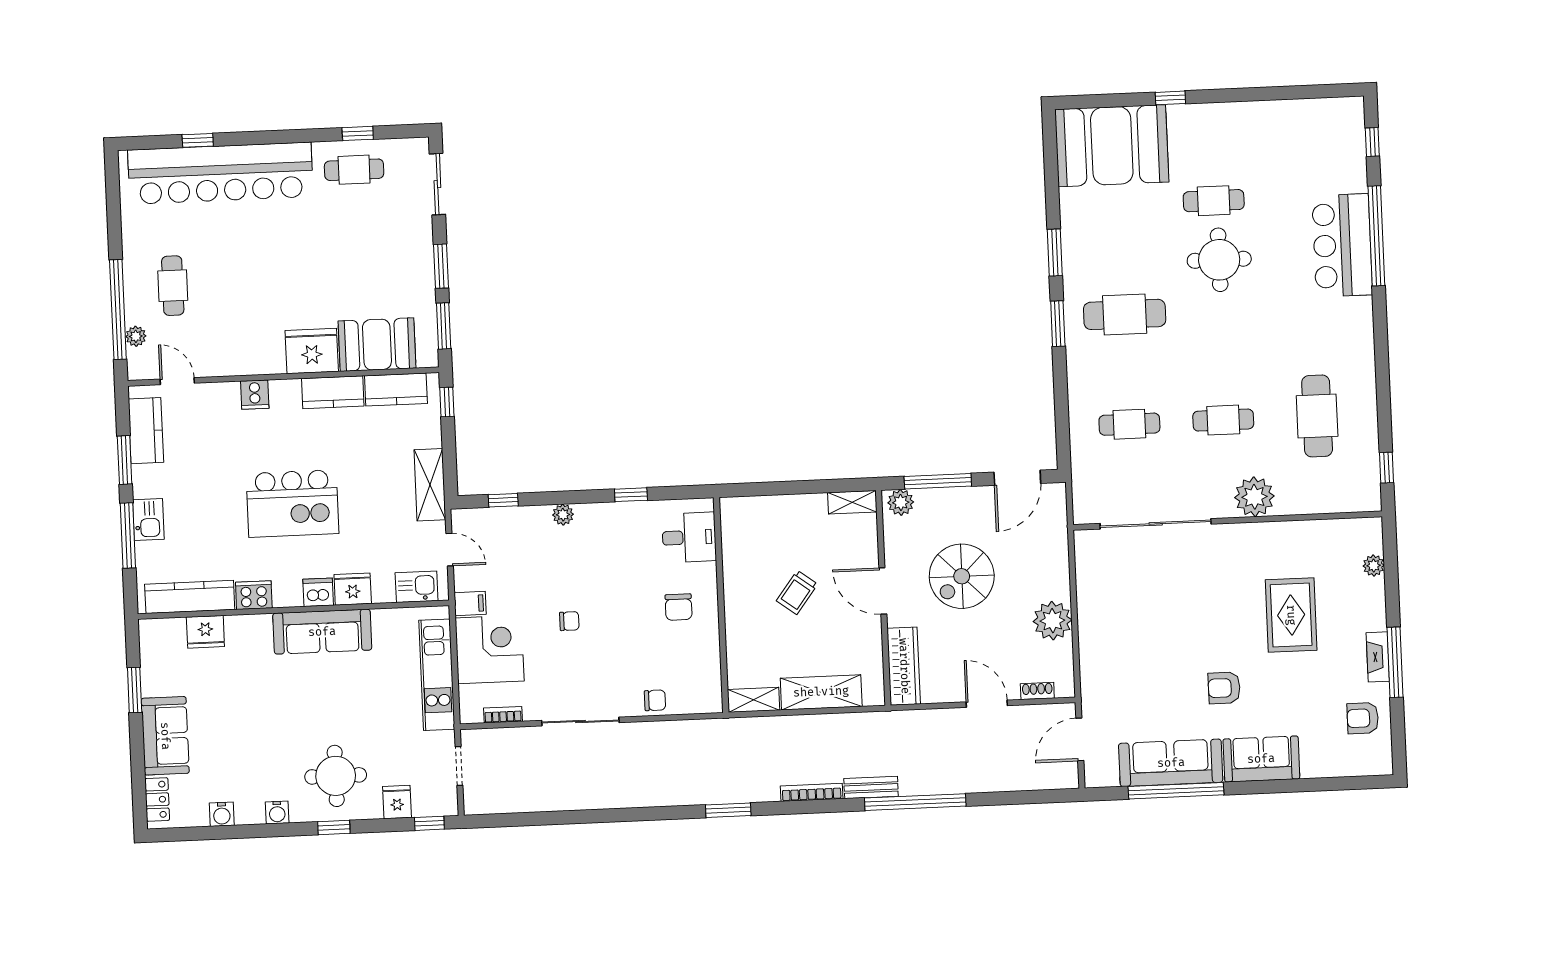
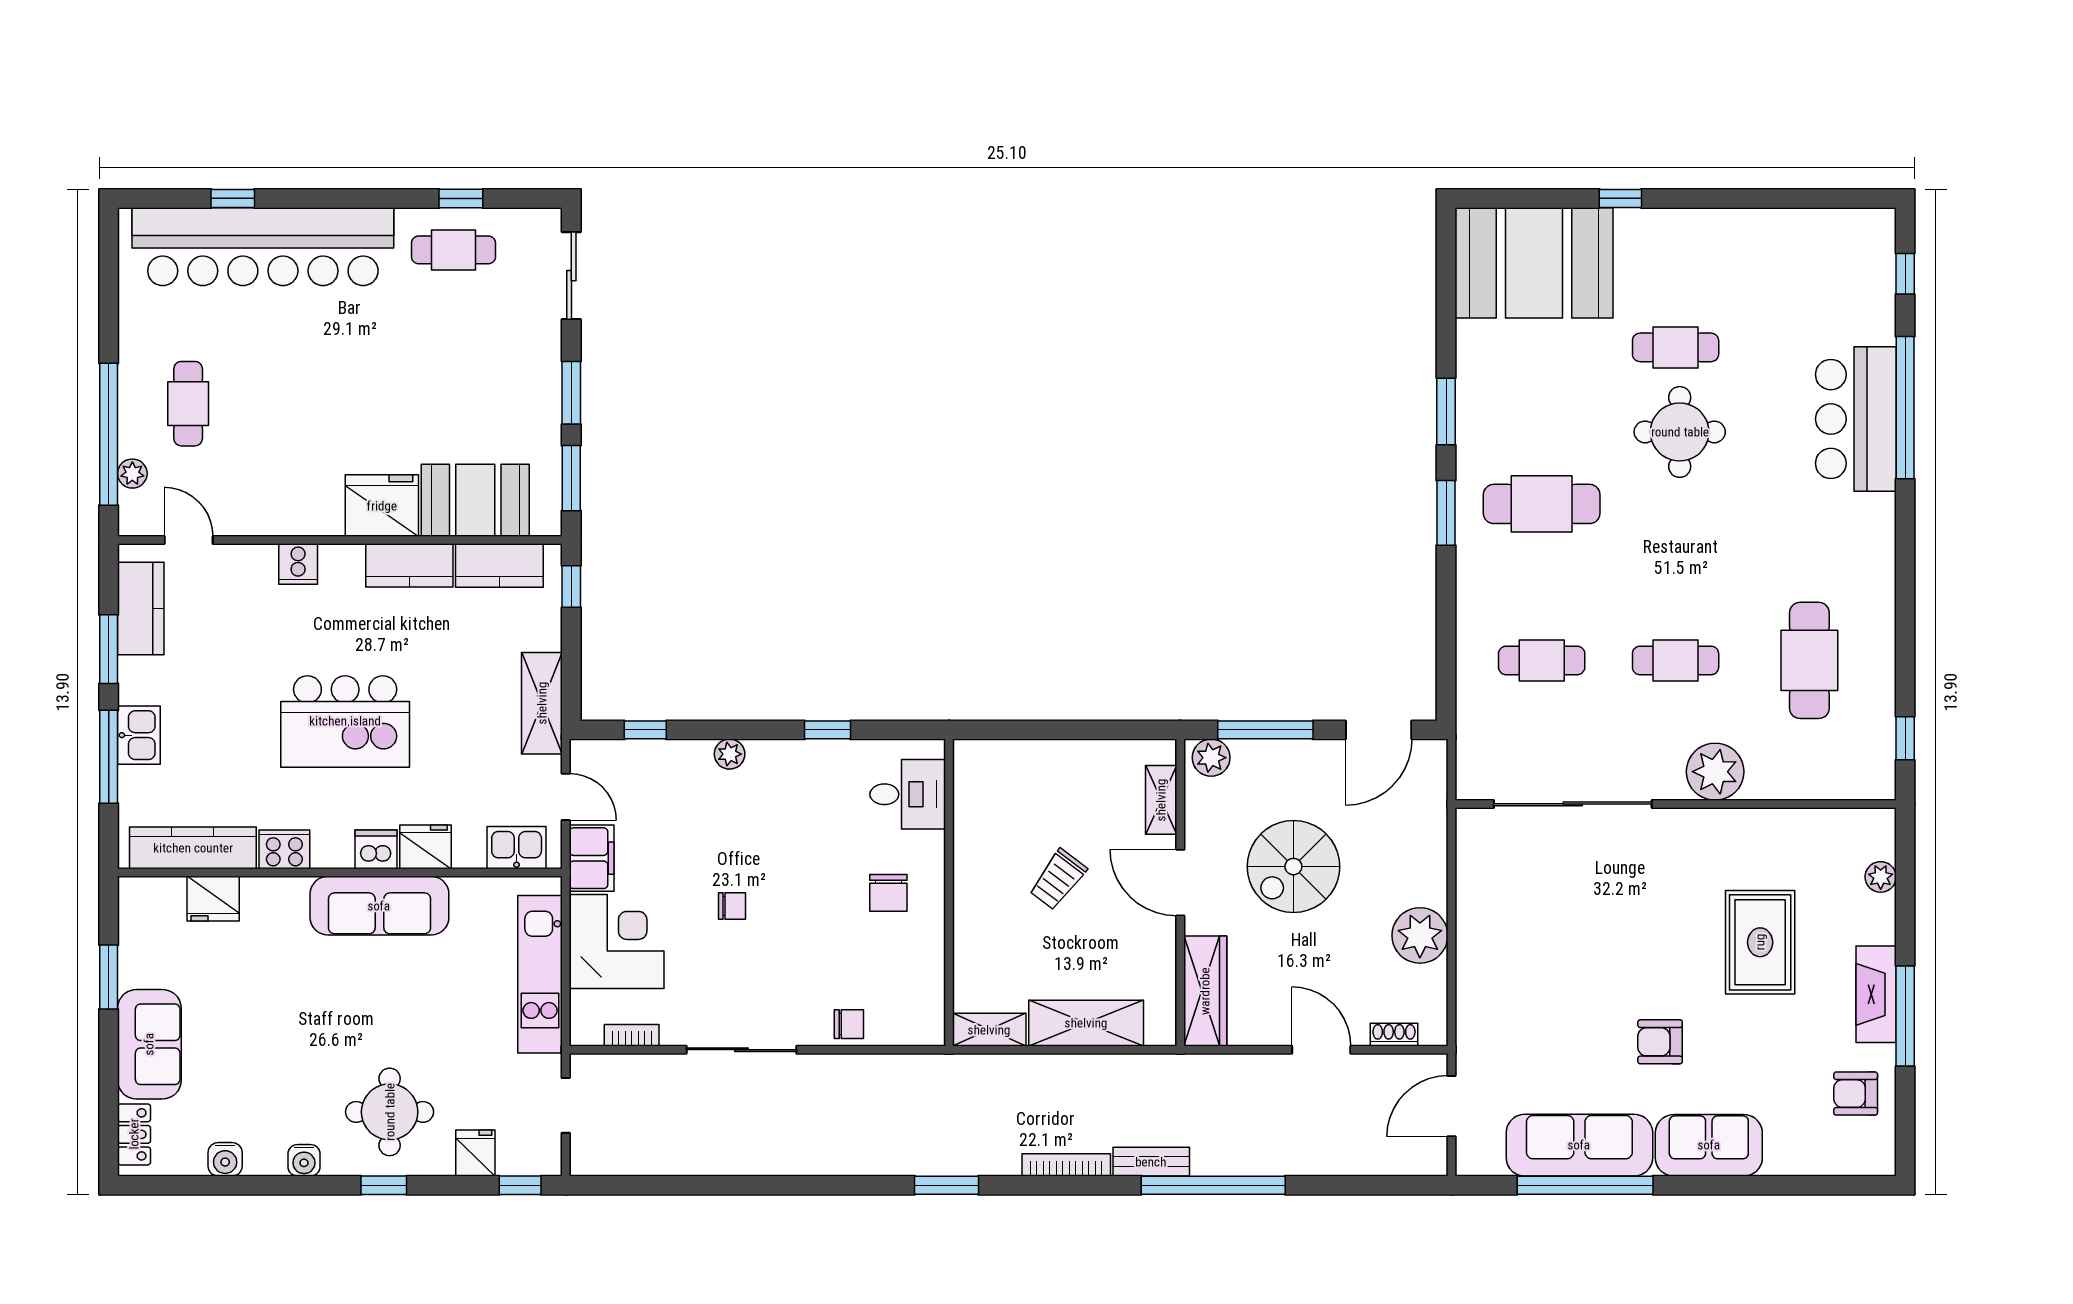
shelving: (852, 502) -> (1161, 800), moved, turned 90
filing cabinet: (470, 603) -> (592, 858), width x2.00
fireplace: (1378, 657) -> (1876, 994), width x1.37, depth x1.32

